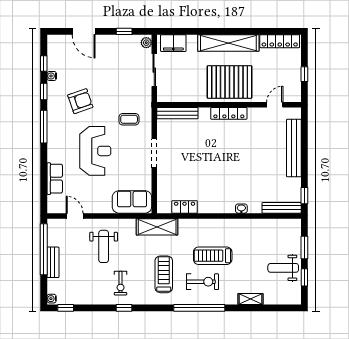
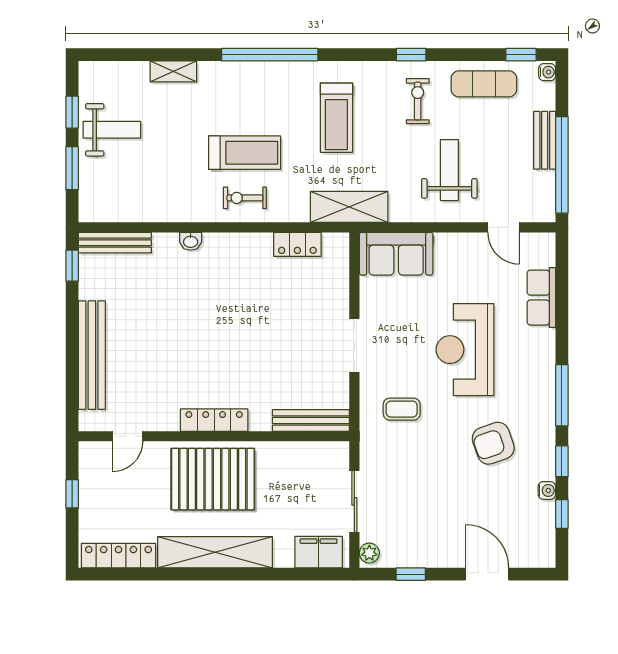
exercise bike: (203, 282) -> (245, 198), moved, width x0.73, depth x0.72
exercise mat: (85, 292) -> (484, 84), added

